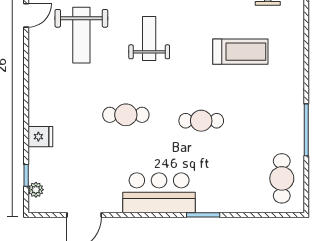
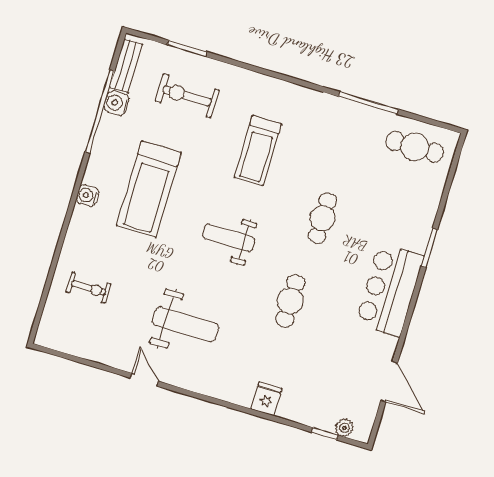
weight bench: (149, 39) -> (229, 238), moved
treadmill: (240, 52) -> (258, 151), turned 180
fridge: (40, 137) -> (267, 399), moved

